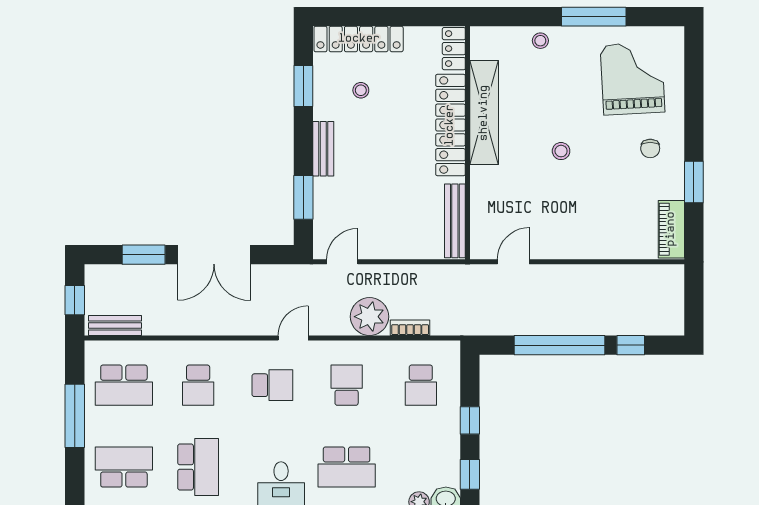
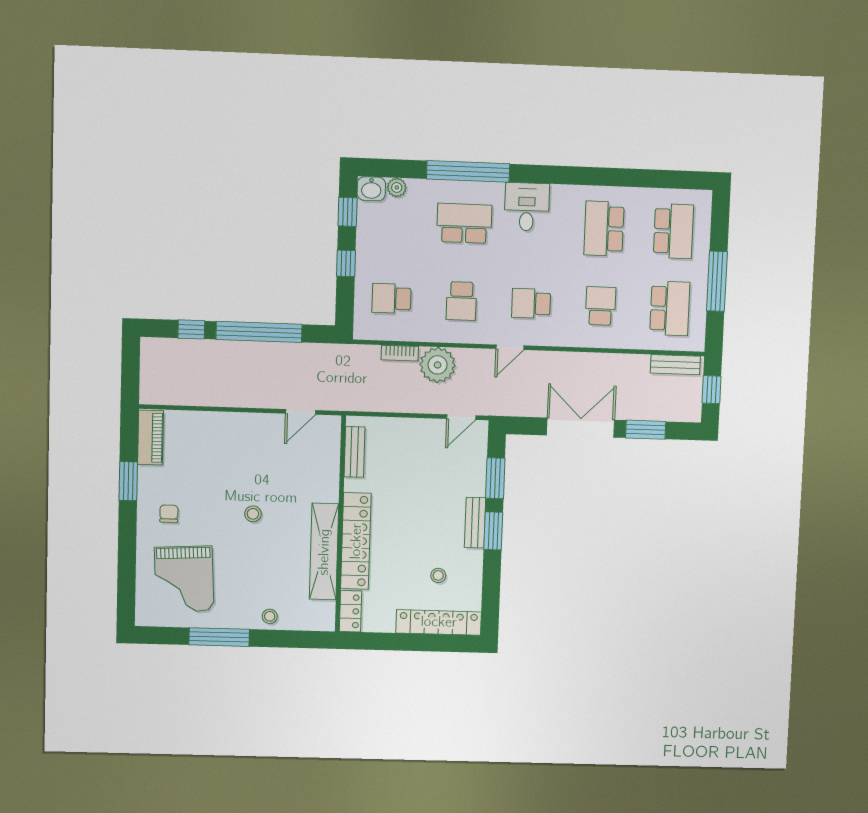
window: (303, 86) -> (493, 531), moved
bench: (455, 221) -> (354, 452), width x0.73
school desk: (124, 385) -> (670, 308), turned 90
school desk: (421, 385) -> (391, 298), turned -90
school desk: (124, 467) -> (673, 231), turned -90

